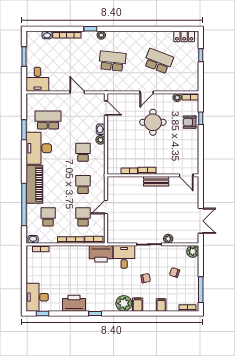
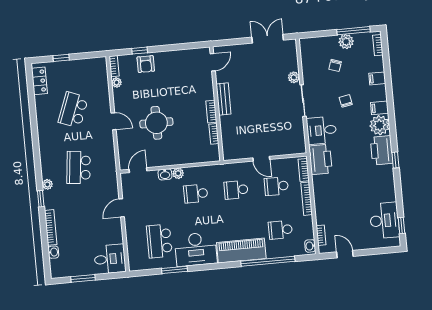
round table: (153, 122) -> (156, 123), moved
plant: (193, 251) -> (346, 42), moved
door: (24, 266) -> (345, 254), added
desk: (37, 297) -> (384, 220), moved, turned -90
printer: (74, 303) -> (382, 150), moved

